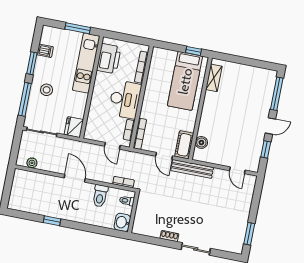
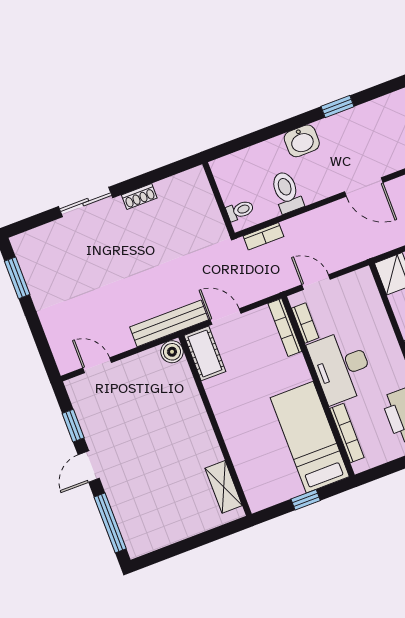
window: (193, 51) -> (306, 500), moved
bed: (185, 81) -> (310, 437), moved
boiler: (201, 142) -> (172, 352), moved
door: (75, 178) -> (364, 187), moved
washbasin: (122, 222) -> (302, 141), moved, turned 90

